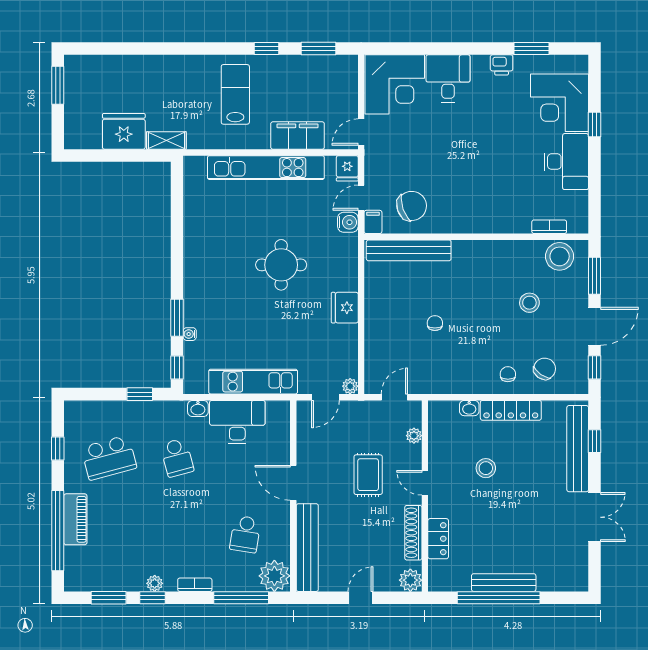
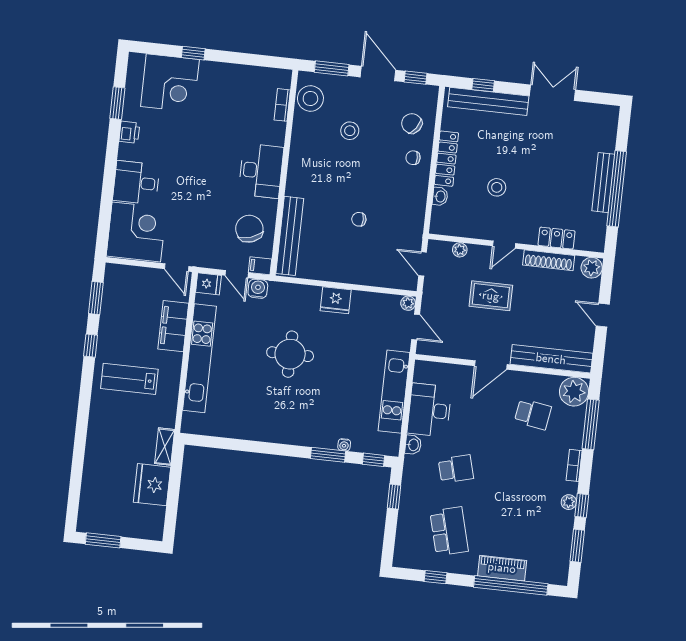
desk: (566, 162) -> (261, 171), moved, turned 90

